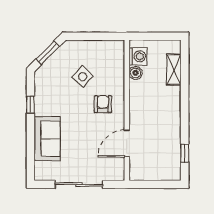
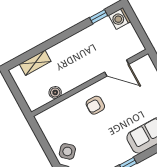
washing machine: (138, 56) -> (120, 18), moved, turned -90
side table: (83, 77) -> (67, 151), moved

